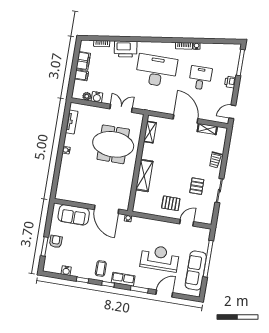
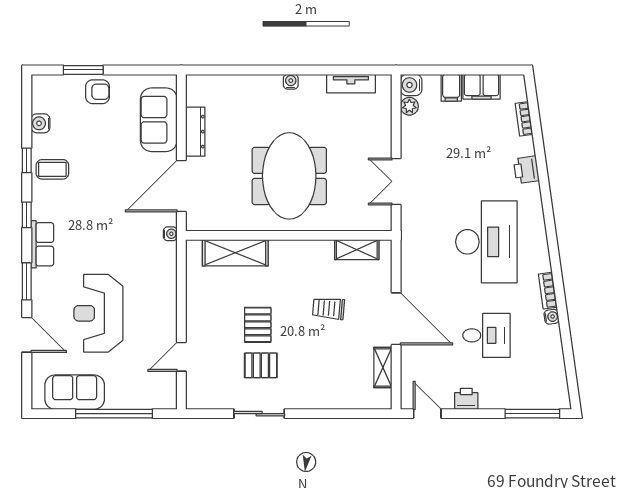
printer: (126, 49) -> (526, 170), width x0.53, depth x0.68
printer: (230, 82) -> (466, 399), moved
water cooler: (97, 97) -> (411, 85), moved
double door: (121, 108) -> (396, 181), swing flipped
door: (185, 119) -> (396, 319), hinge flipped
meeting table: (113, 144) -> (289, 176), moved
trolley: (215, 160) -> (329, 308), moved
shelving: (144, 175) -> (235, 253), moved
dresser: (82, 199) -> (195, 132), added
pallet: (171, 203) -> (258, 325), moved
door: (187, 223) -> (181, 357), swing flipped
reception desk: (160, 258) -> (98, 313), turned 180
coffee table: (101, 269) -> (52, 169), moved
sofa: (196, 270) -> (75, 392), width x0.73

